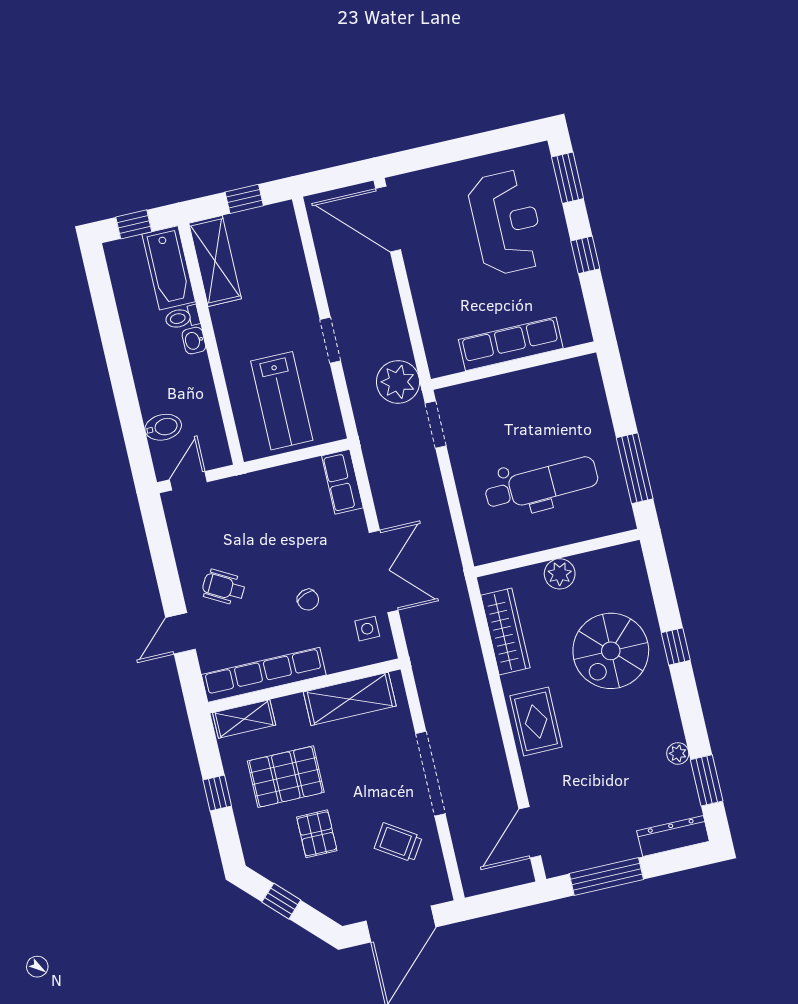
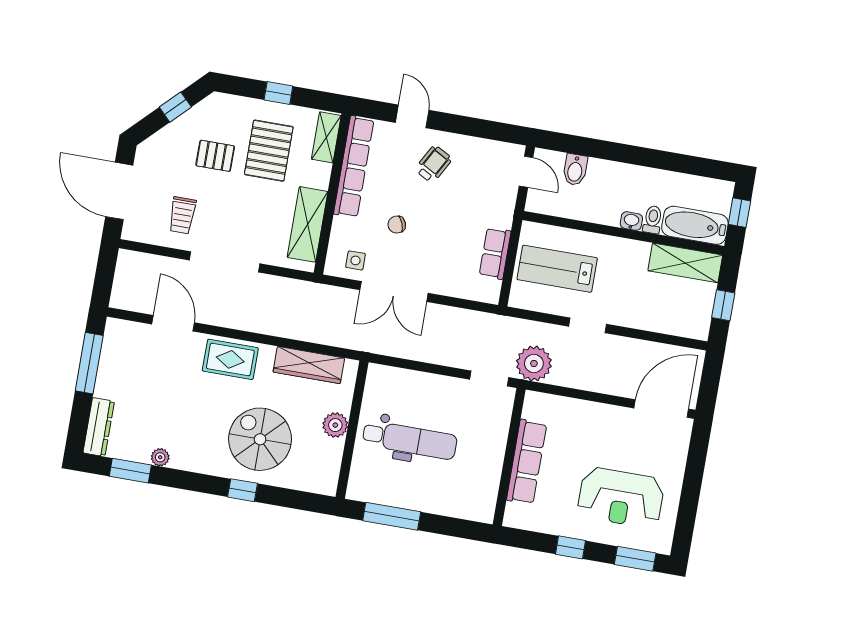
row of seats: (342, 482) -> (495, 253), moved, turned -90
dental chair: (541, 484) -> (410, 440), turned -88
door: (530, 832) -> (173, 323), moved
trolley: (398, 842) -> (182, 215), turned 147

